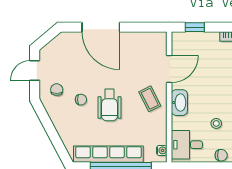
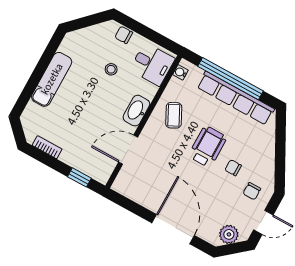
plant: (56, 47) -> (229, 234), added
coffee table: (150, 99) -> (174, 115), moved

